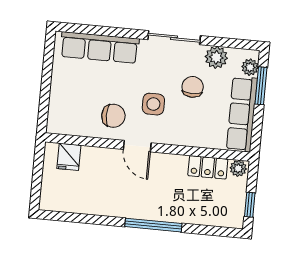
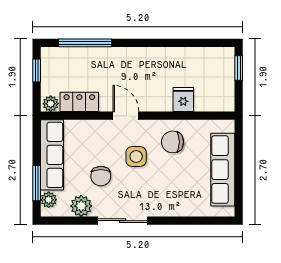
row of seats: (100, 48) -> (223, 170), moved, turned -90
door: (137, 146) -> (126, 116), moved
fridge: (69, 157) -> (183, 99), moved
window: (36, 187) -> (239, 68), added
window: (153, 225) -> (85, 43), moved

